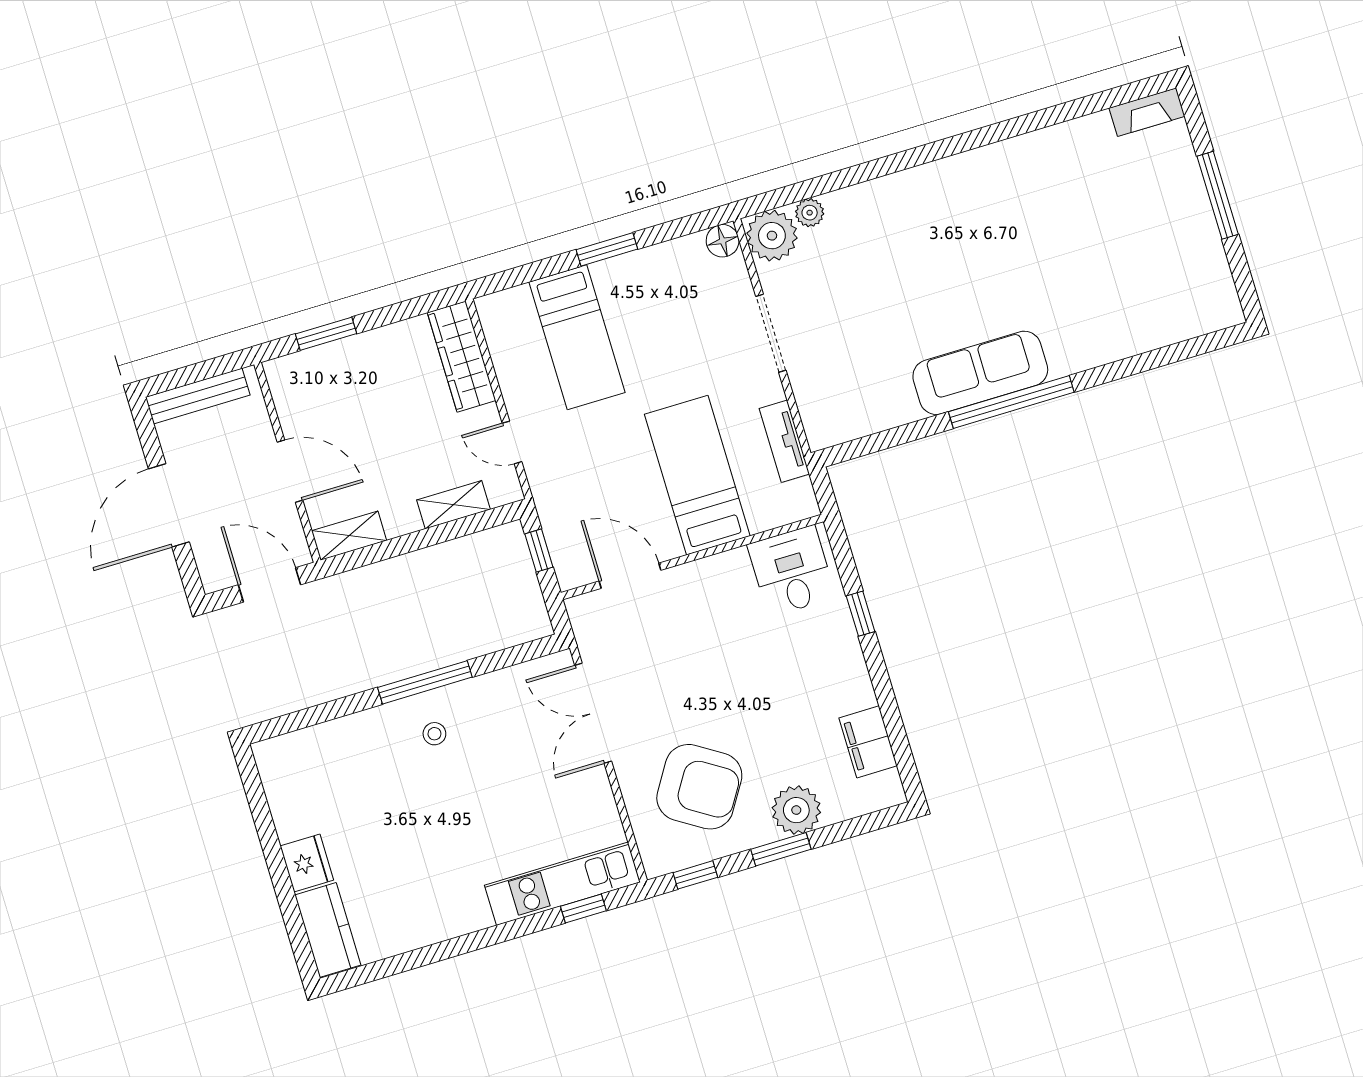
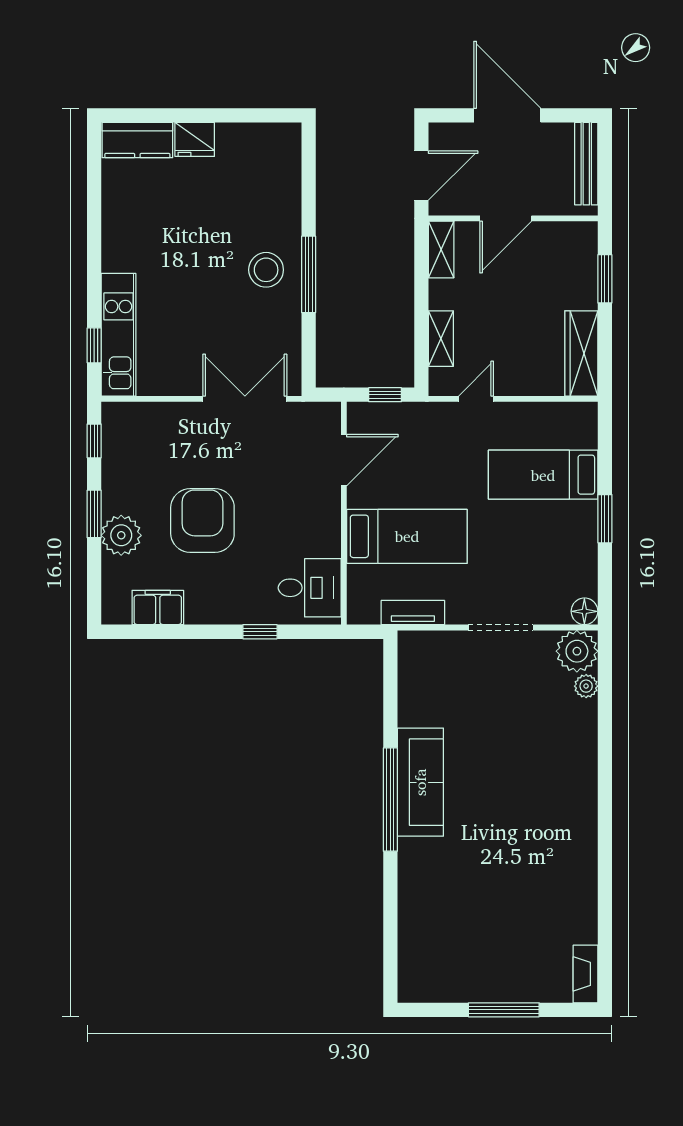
wardrobe: (462, 357) -> (581, 353), moved, turned -90
stool: (434, 734) -> (266, 270), width x1.89, depth x1.89
armchair: (699, 787) -> (202, 521), moved, turned 148

